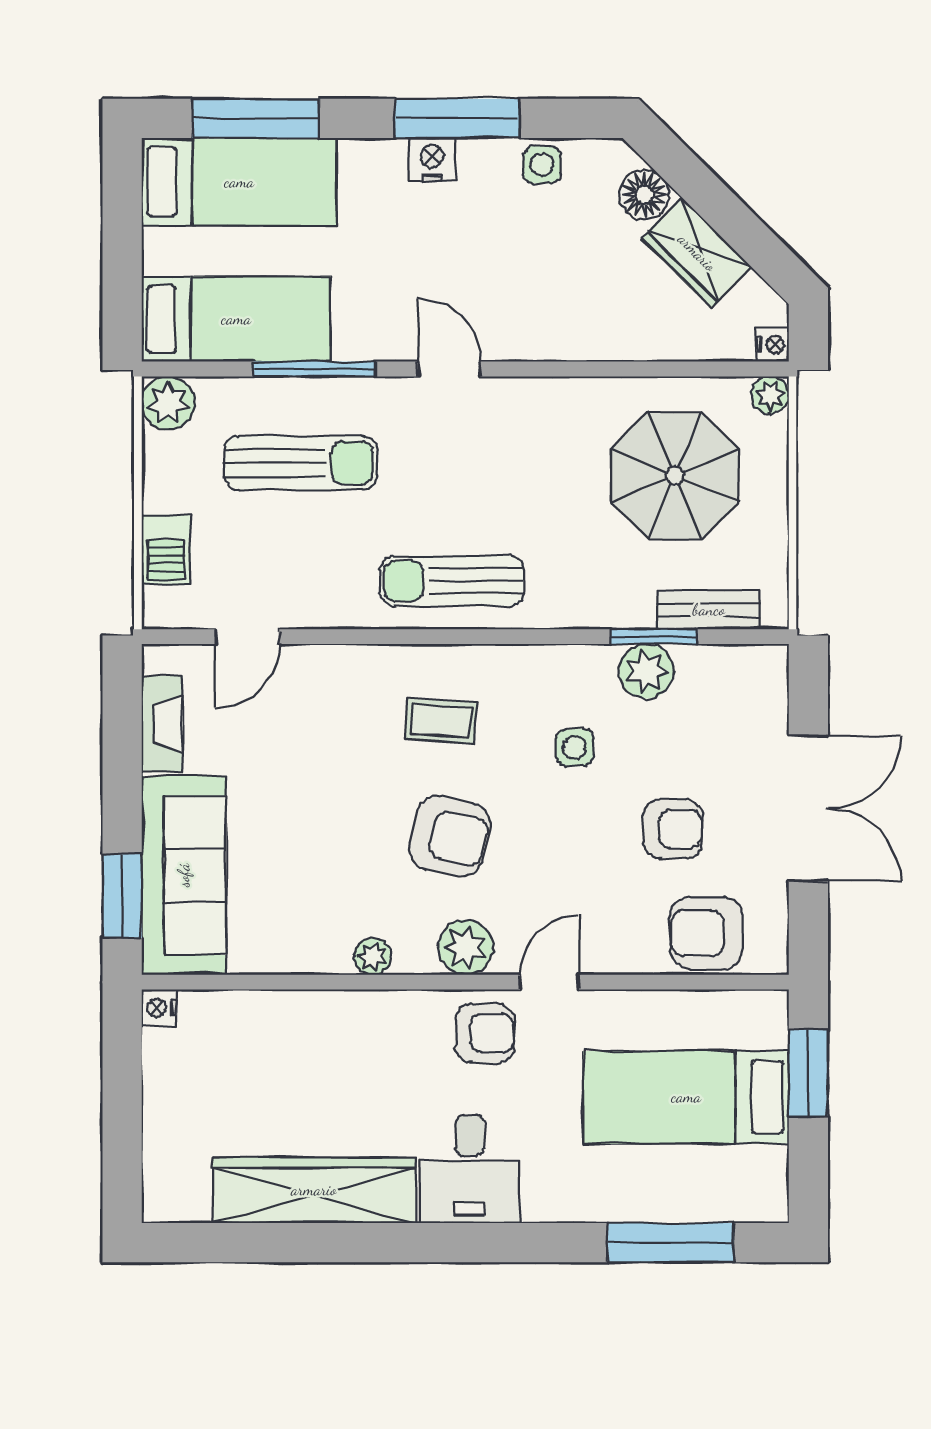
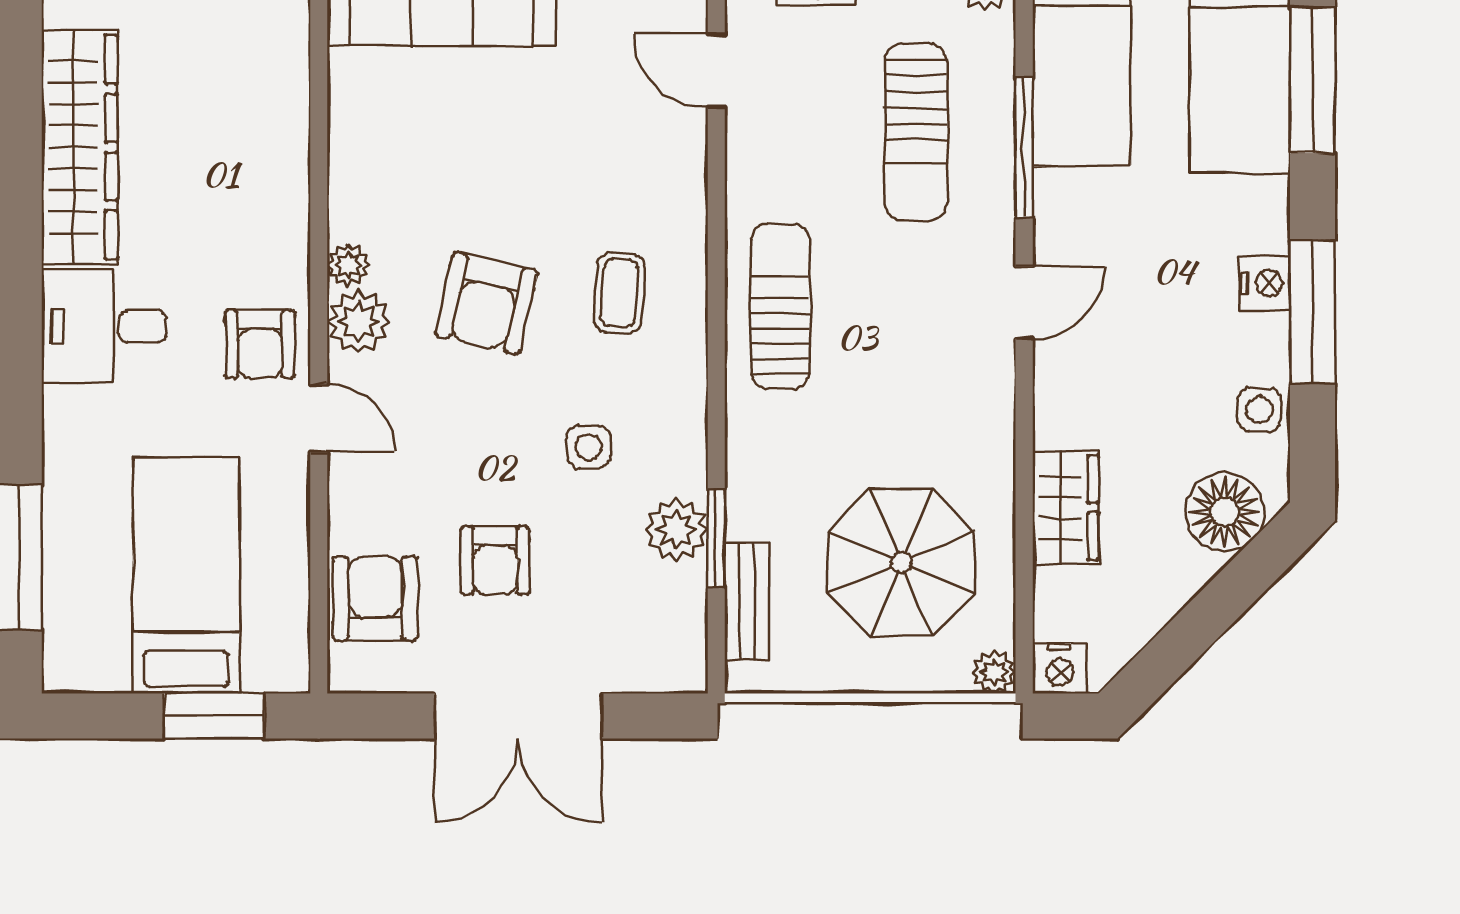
floor lamp: (644, 195) -> (1225, 512), width x1.38, depth x1.38
wardrobe: (697, 253) -> (1066, 508), moved, turned 135
nightstand: (773, 344) -> (1060, 668), width x1.39, depth x1.35
plant: (373, 957) -> (348, 265), moved

